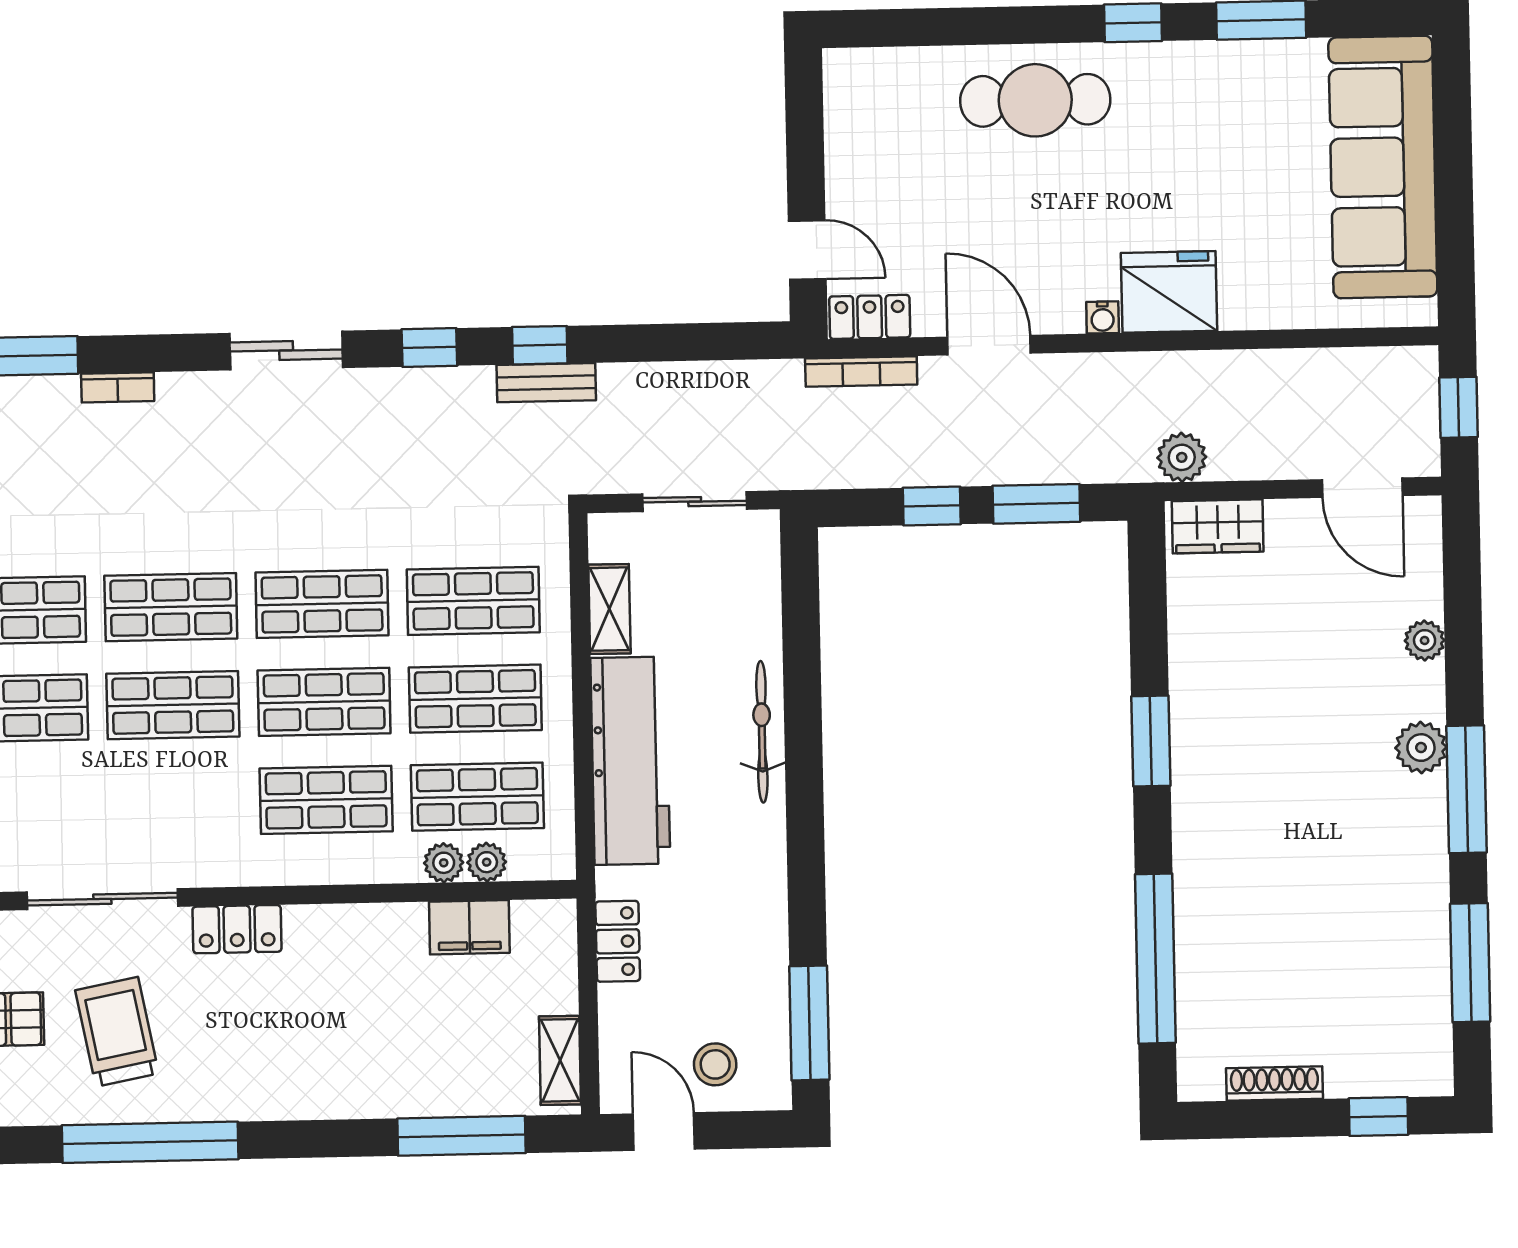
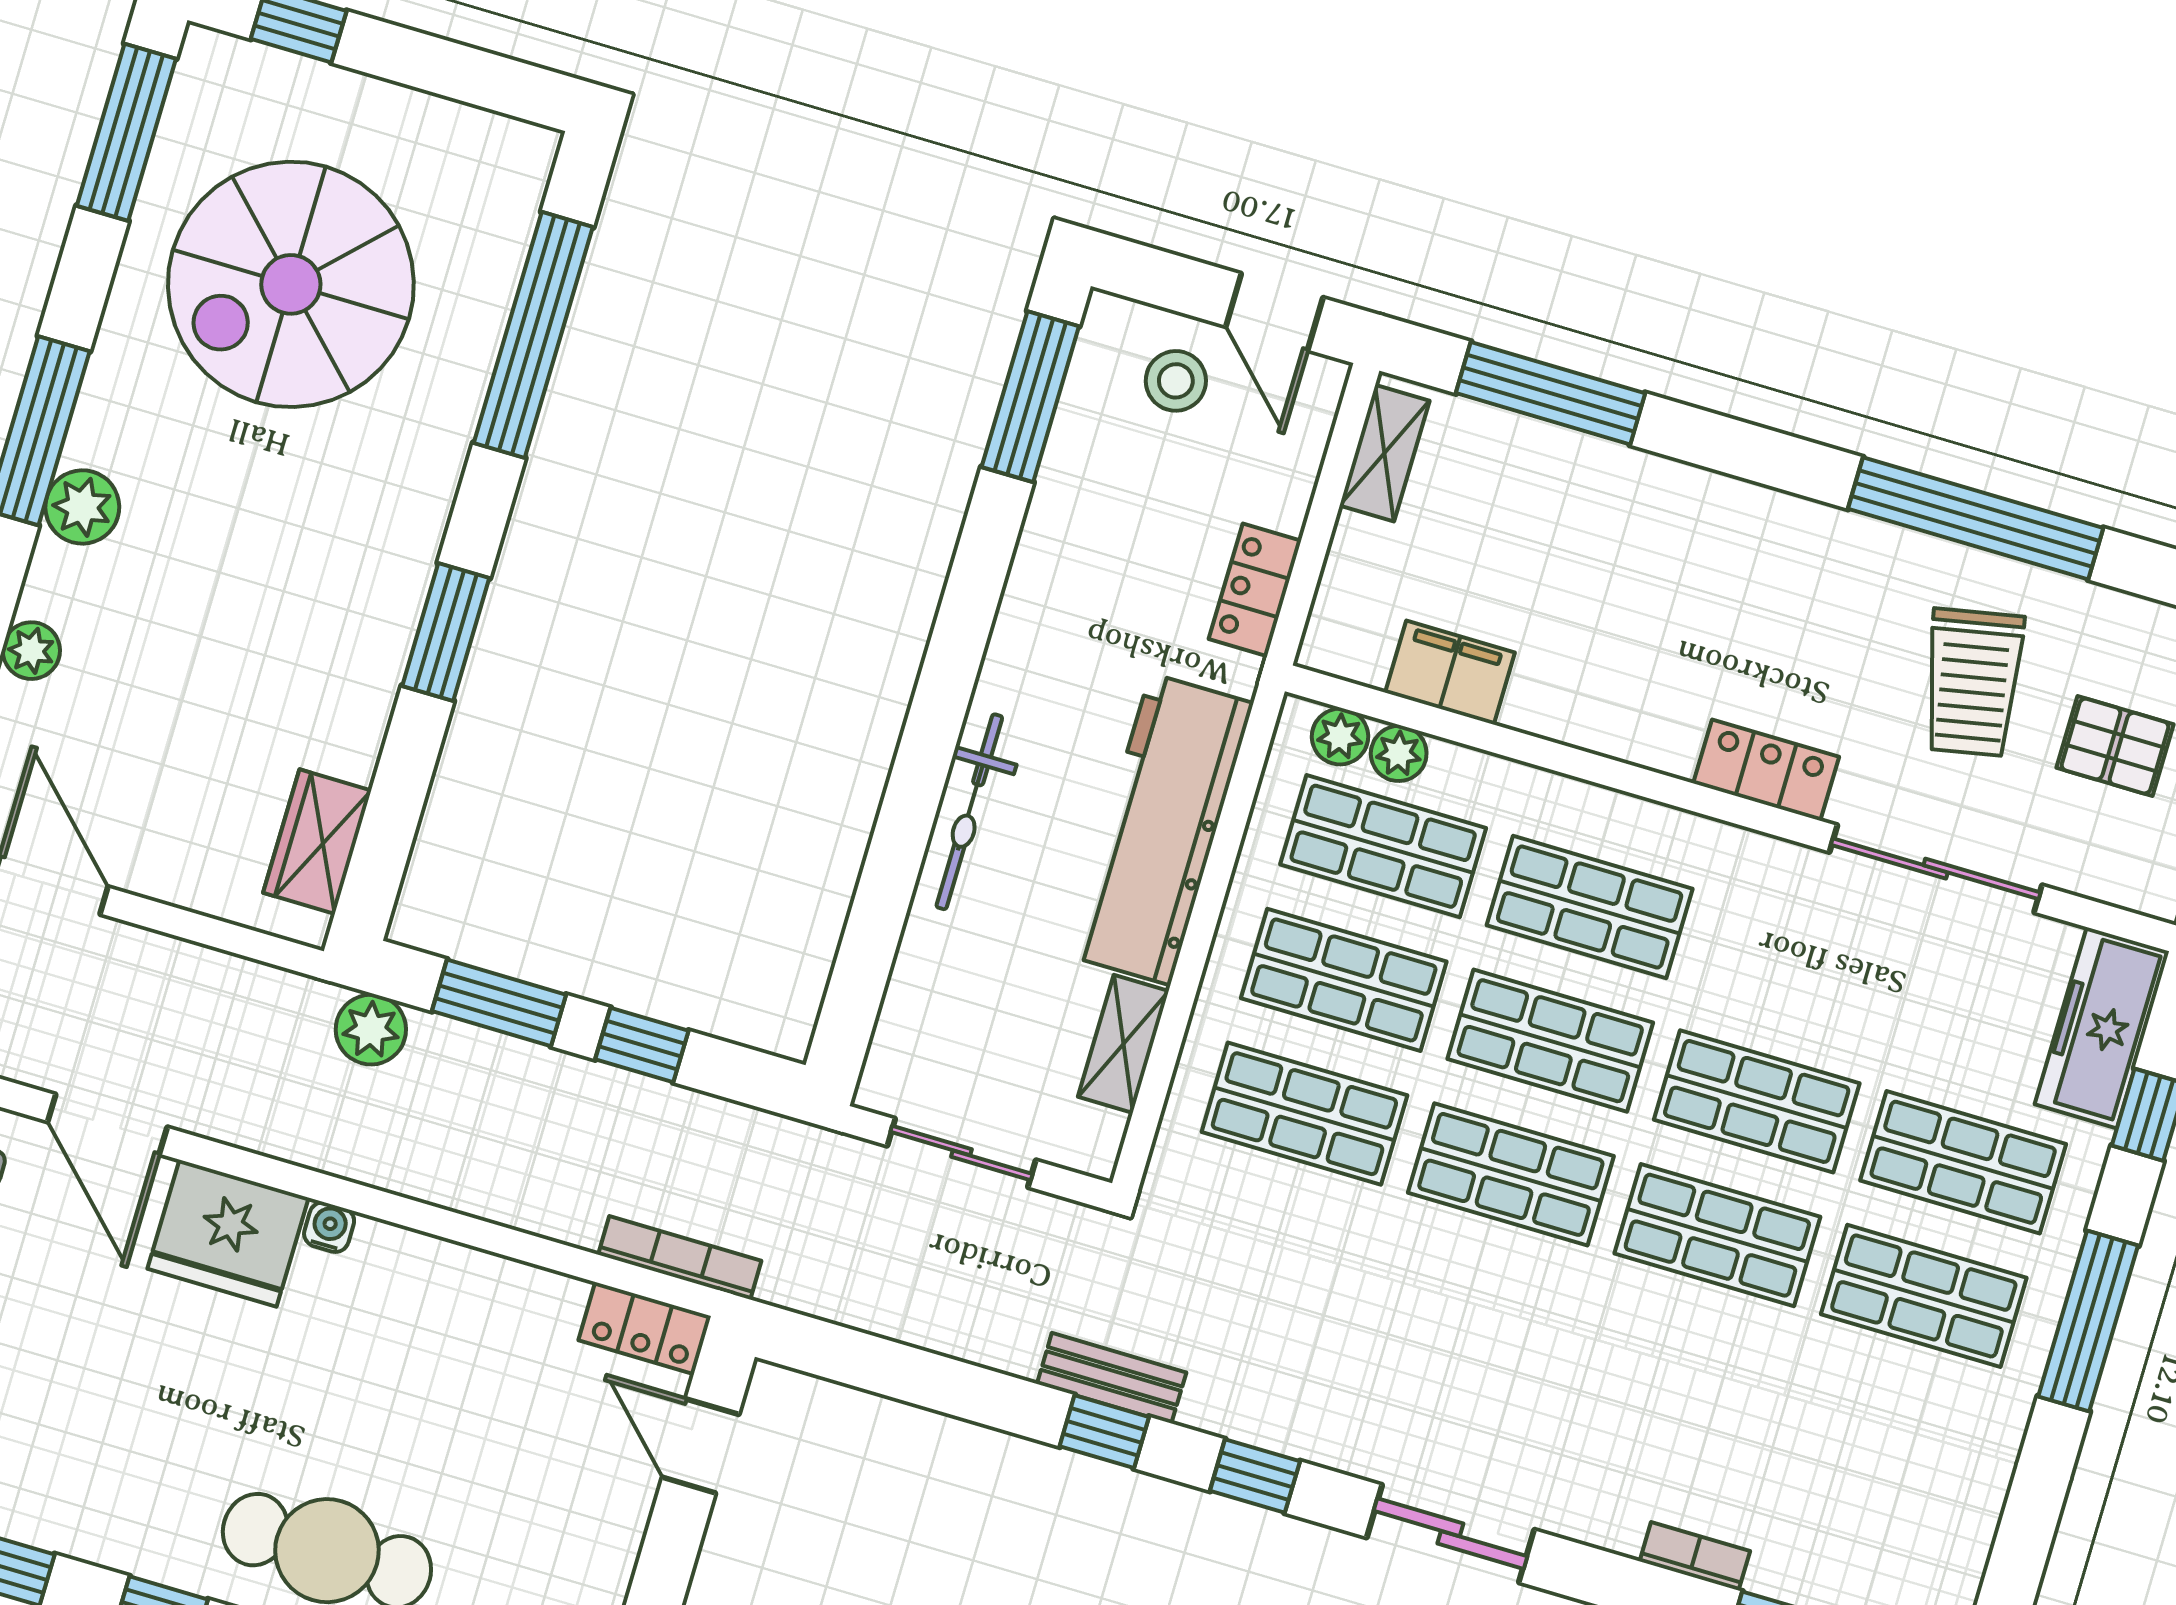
door: (989, 345) -> (107, 1124), moved
plant: (1182, 457) -> (371, 1030), moved
wardrobe: (1218, 526) -> (317, 842), moved, turned -90
plant: (444, 863) -> (1340, 737), moved
spiral stairs: (1329, 941) -> (291, 284), added
window: (1470, 963) -> (126, 132), moved
shoe rack: (1275, 1084) -> (425, 114), removed

